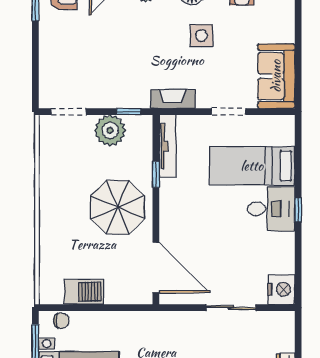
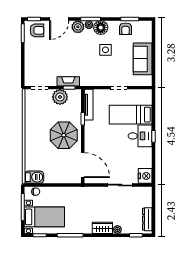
sofa: (276, 76) -> (143, 59), moved
fireplace: (173, 99) -> (68, 81), moved
barbecue: (84, 292) -> (34, 177), moved

